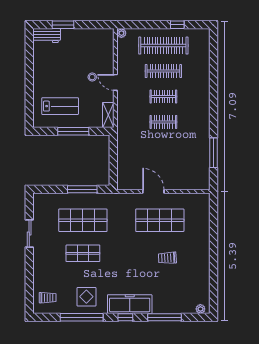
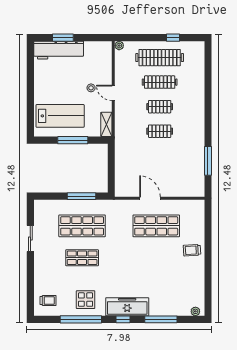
workbench: (47, 36) -> (59, 50), width x1.88, depth x1.32
lab bench: (60, 106) -> (60, 116), width x1.36, depth x1.39
trolley: (167, 258) -> (192, 250), moved

